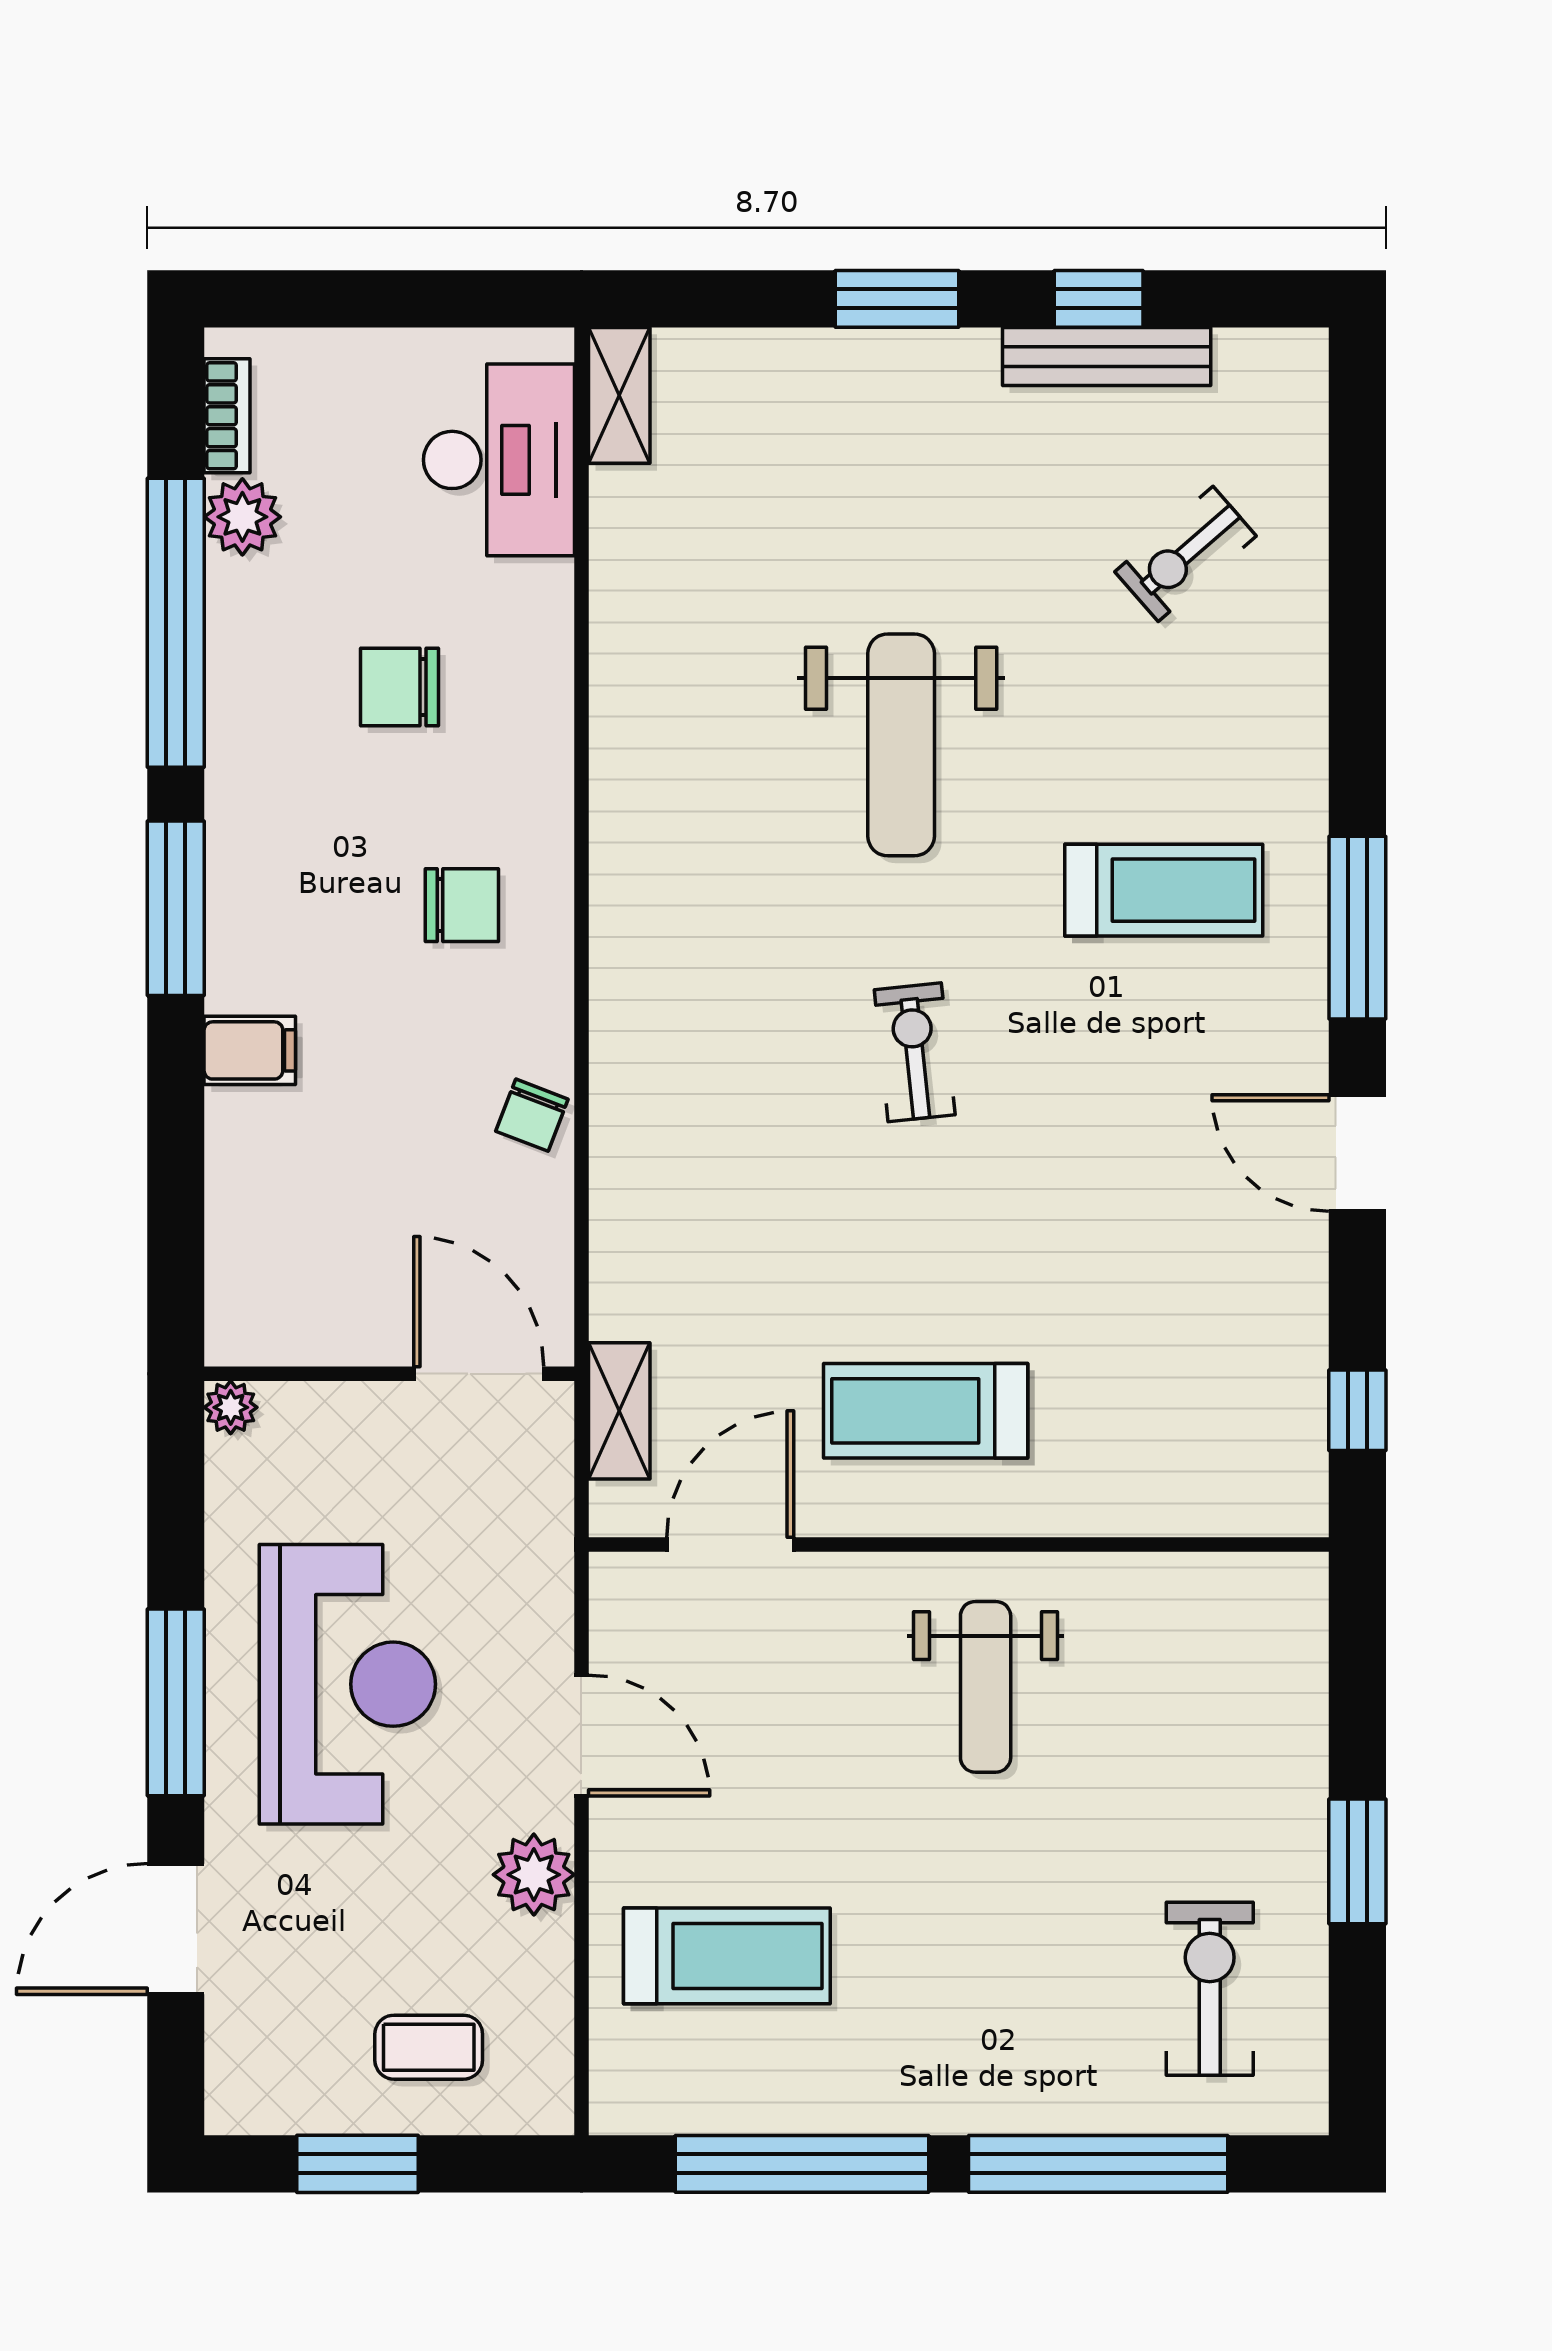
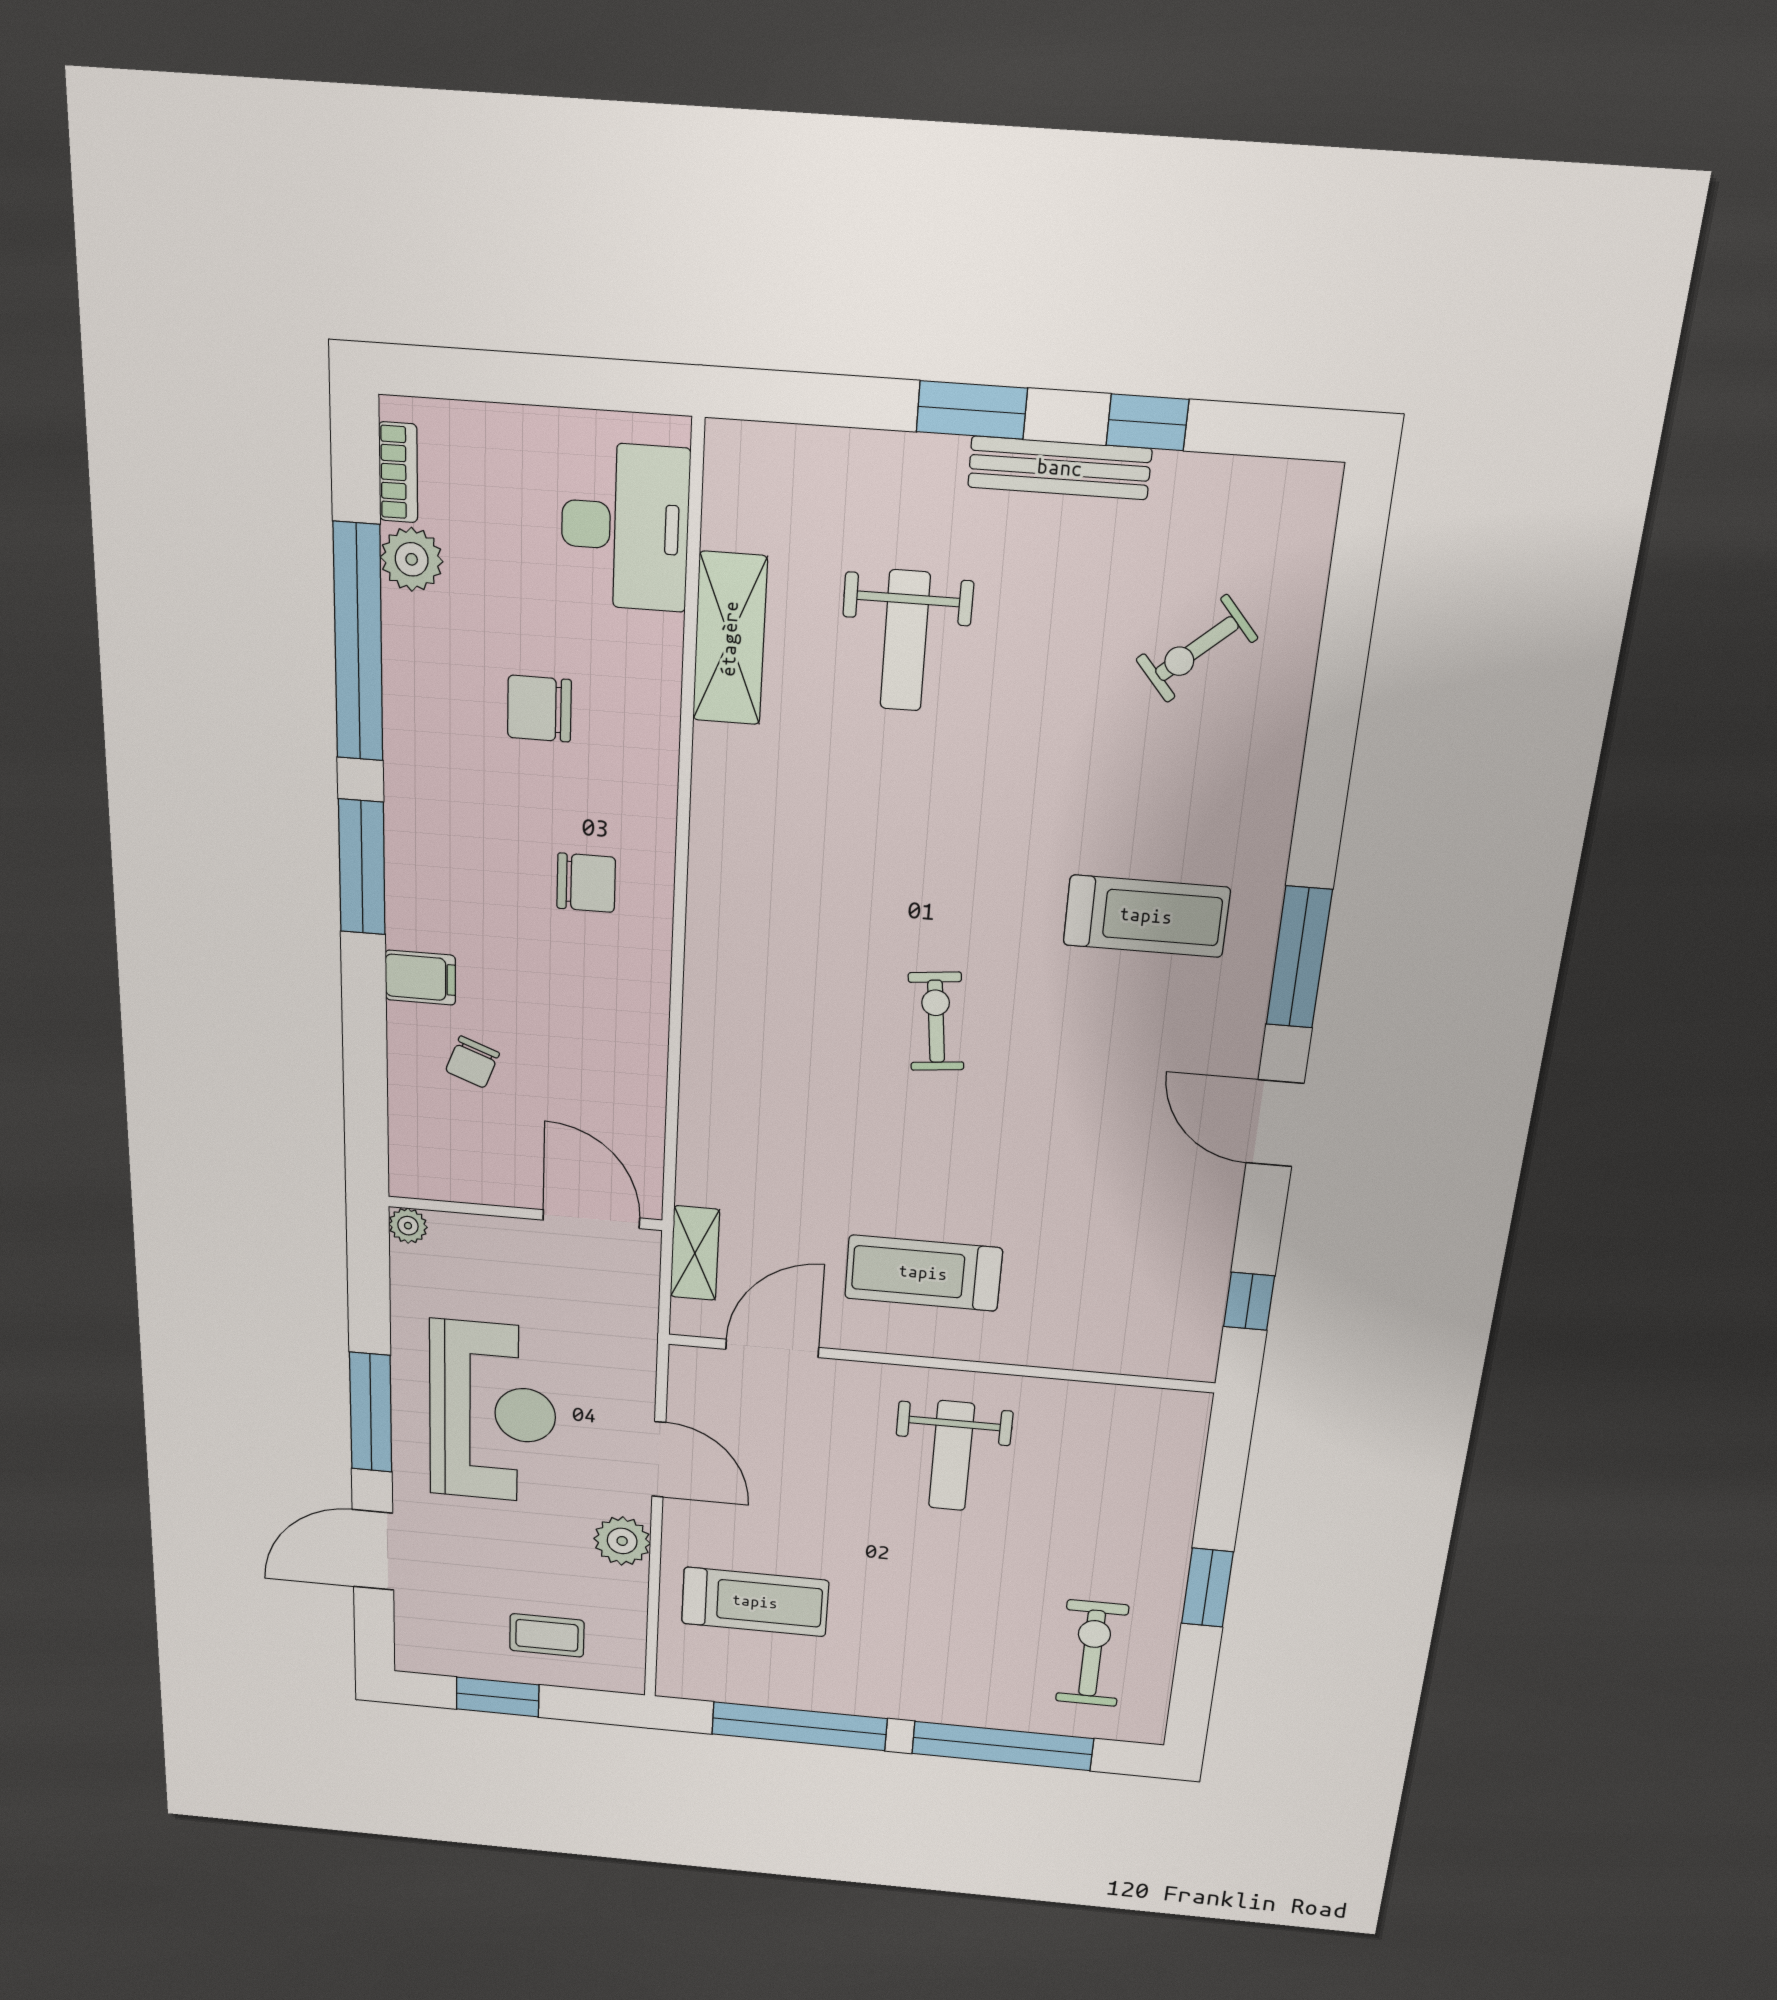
bench: (1107, 357) -> (1060, 468), moved
shelving: (619, 395) -> (730, 639), moved, width x1.50, depth x1.33
weight bench: (901, 745) -> (905, 641), moved, width x0.73, depth x0.75
chair: (532, 1115) -> (472, 1062), moved

